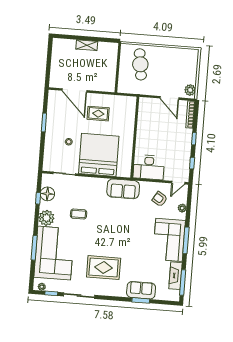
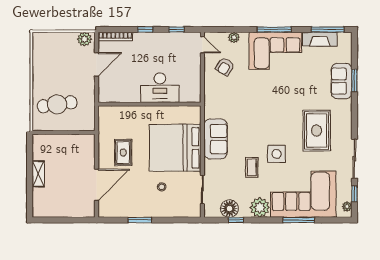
desk: (149, 167) -> (160, 88), moved, turned 90
sofa: (123, 189) -> (216, 139), moved
side table: (88, 234) -> (277, 154), added

